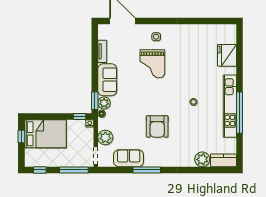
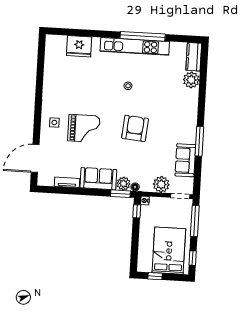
armchair: (157, 126) -> (135, 128), moved, turned -85
bed: (45, 134) -> (169, 251), moved

